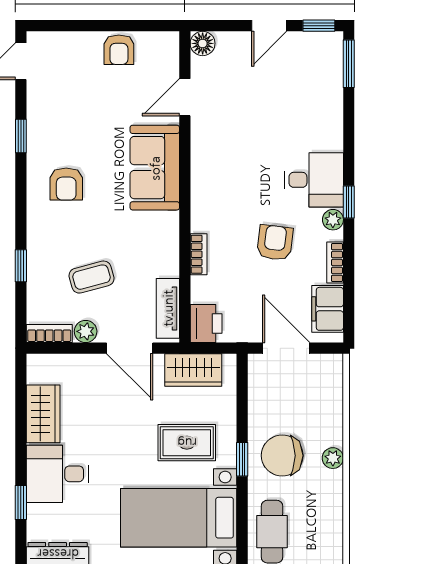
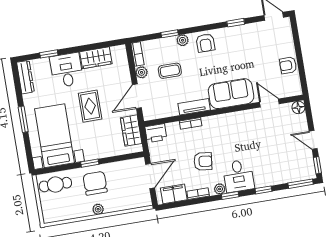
window: (349, 136) -> (263, 190), added
armchair: (66, 184) -> (205, 43), moved, turned -90
plant: (37, 243) -> (183, 40), added
coffee table: (91, 277) -> (170, 71), turned -75
tv unit: (168, 308) -> (194, 107), moved
rug: (187, 443) -> (90, 106), moved

